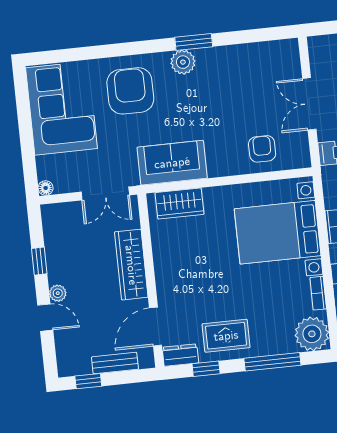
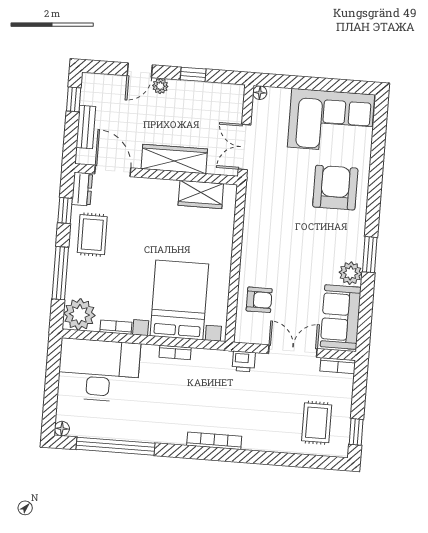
bookcase: (316, 54) -> (338, 366), added
plant: (183, 62) -> (351, 273), moved
armchair: (130, 91) -> (335, 188), turned -90
sofa: (172, 163) -> (341, 317), moved, turned 180
wardrobe: (180, 204) -> (201, 194), moved, turned -90

